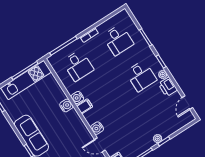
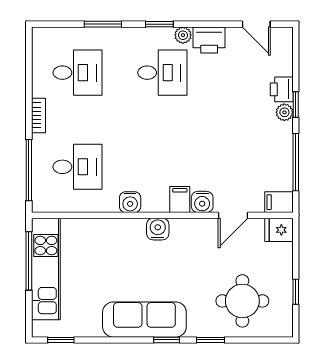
water cooler: (66, 105) -> (158, 229), moved
filing cabinet: (85, 106) -> (180, 200), moved
printer: (167, 131) -> (282, 89), added

